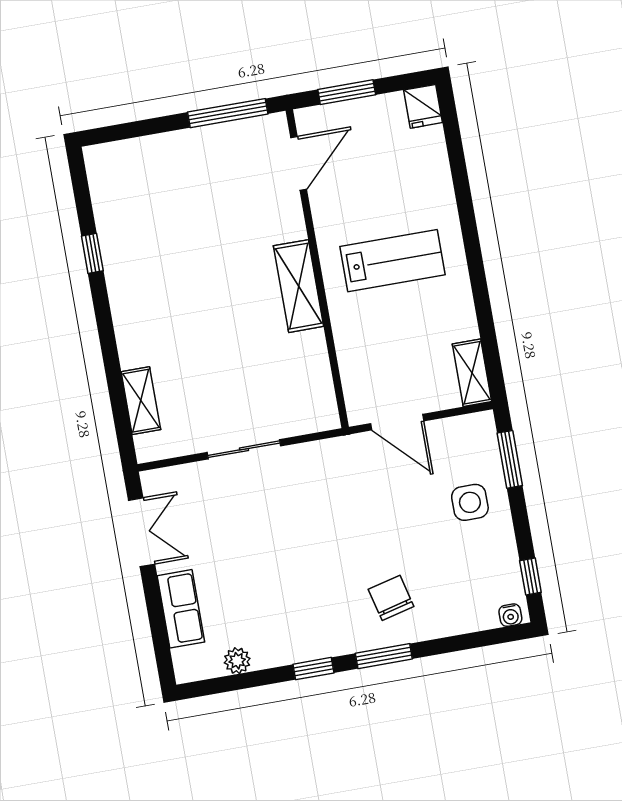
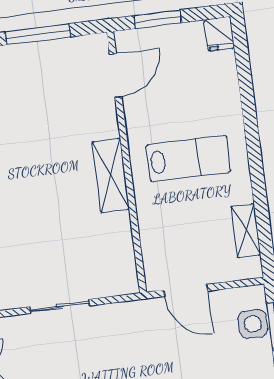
window: (228, 113) -> (38, 34), moved
shelving: (472, 373) -> (246, 231), moved
side table: (470, 502) -> (253, 324), moved

